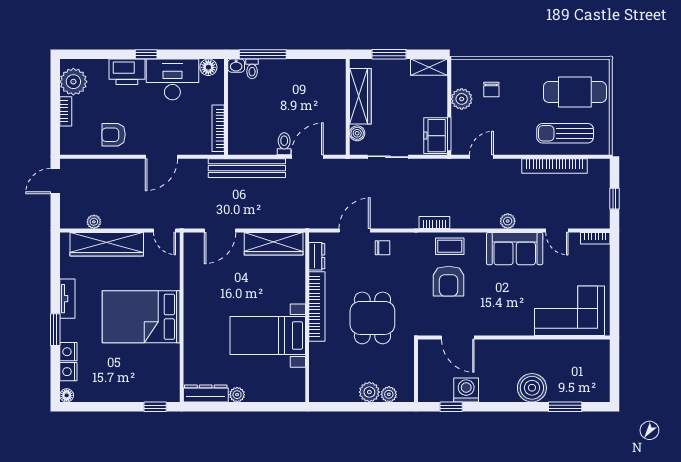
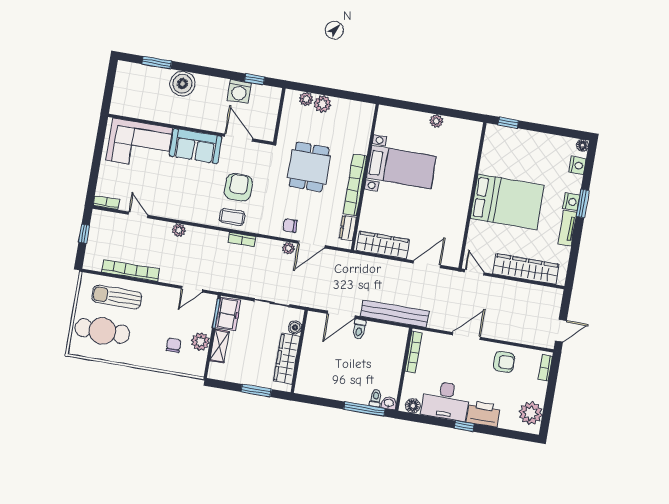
shelving: (429, 67) -> (220, 346), moved, turned 90
bookcase: (66, 111) -> (545, 368), moved
sun lounger: (565, 133) -> (117, 297), turned 180
plant: (94, 222) -> (289, 248), moved
sofa: (515, 249) -> (196, 146), moved, turned 180
nightstand: (68, 352) -> (571, 202), moved
dresser: (206, 393) -> (463, 127), removed

